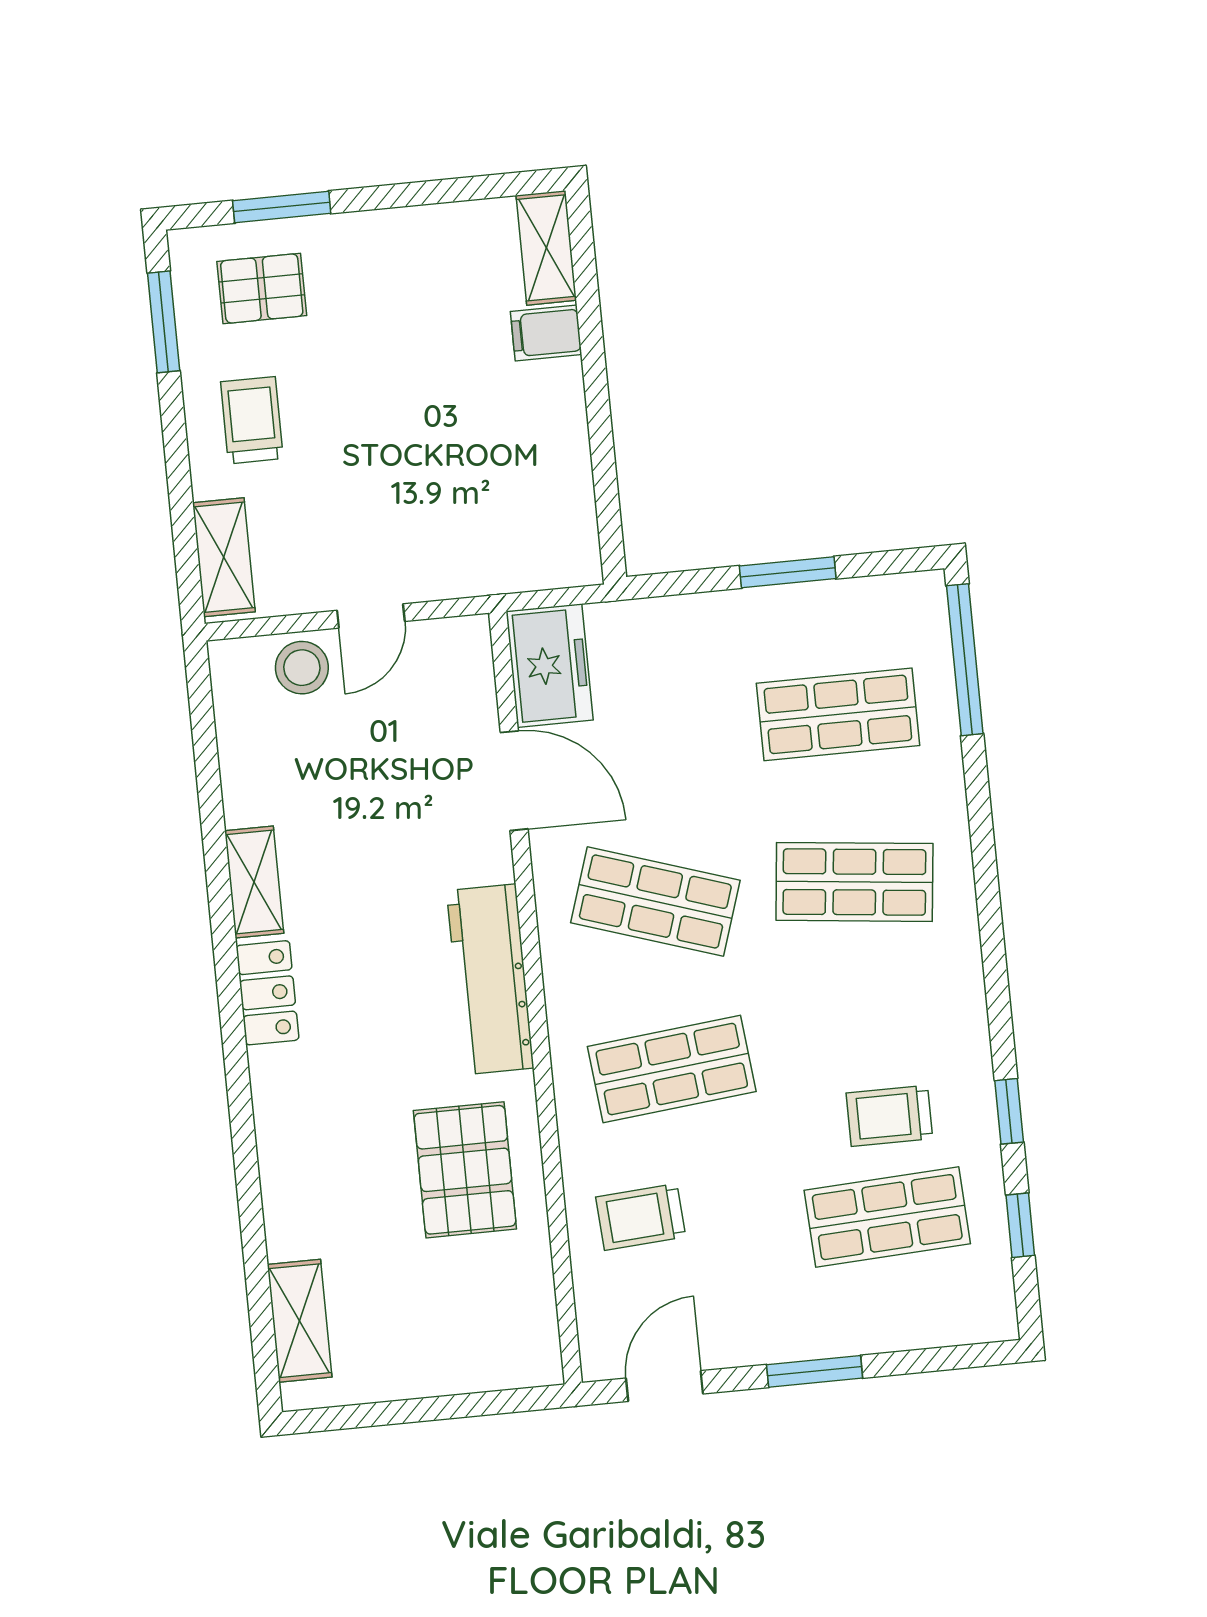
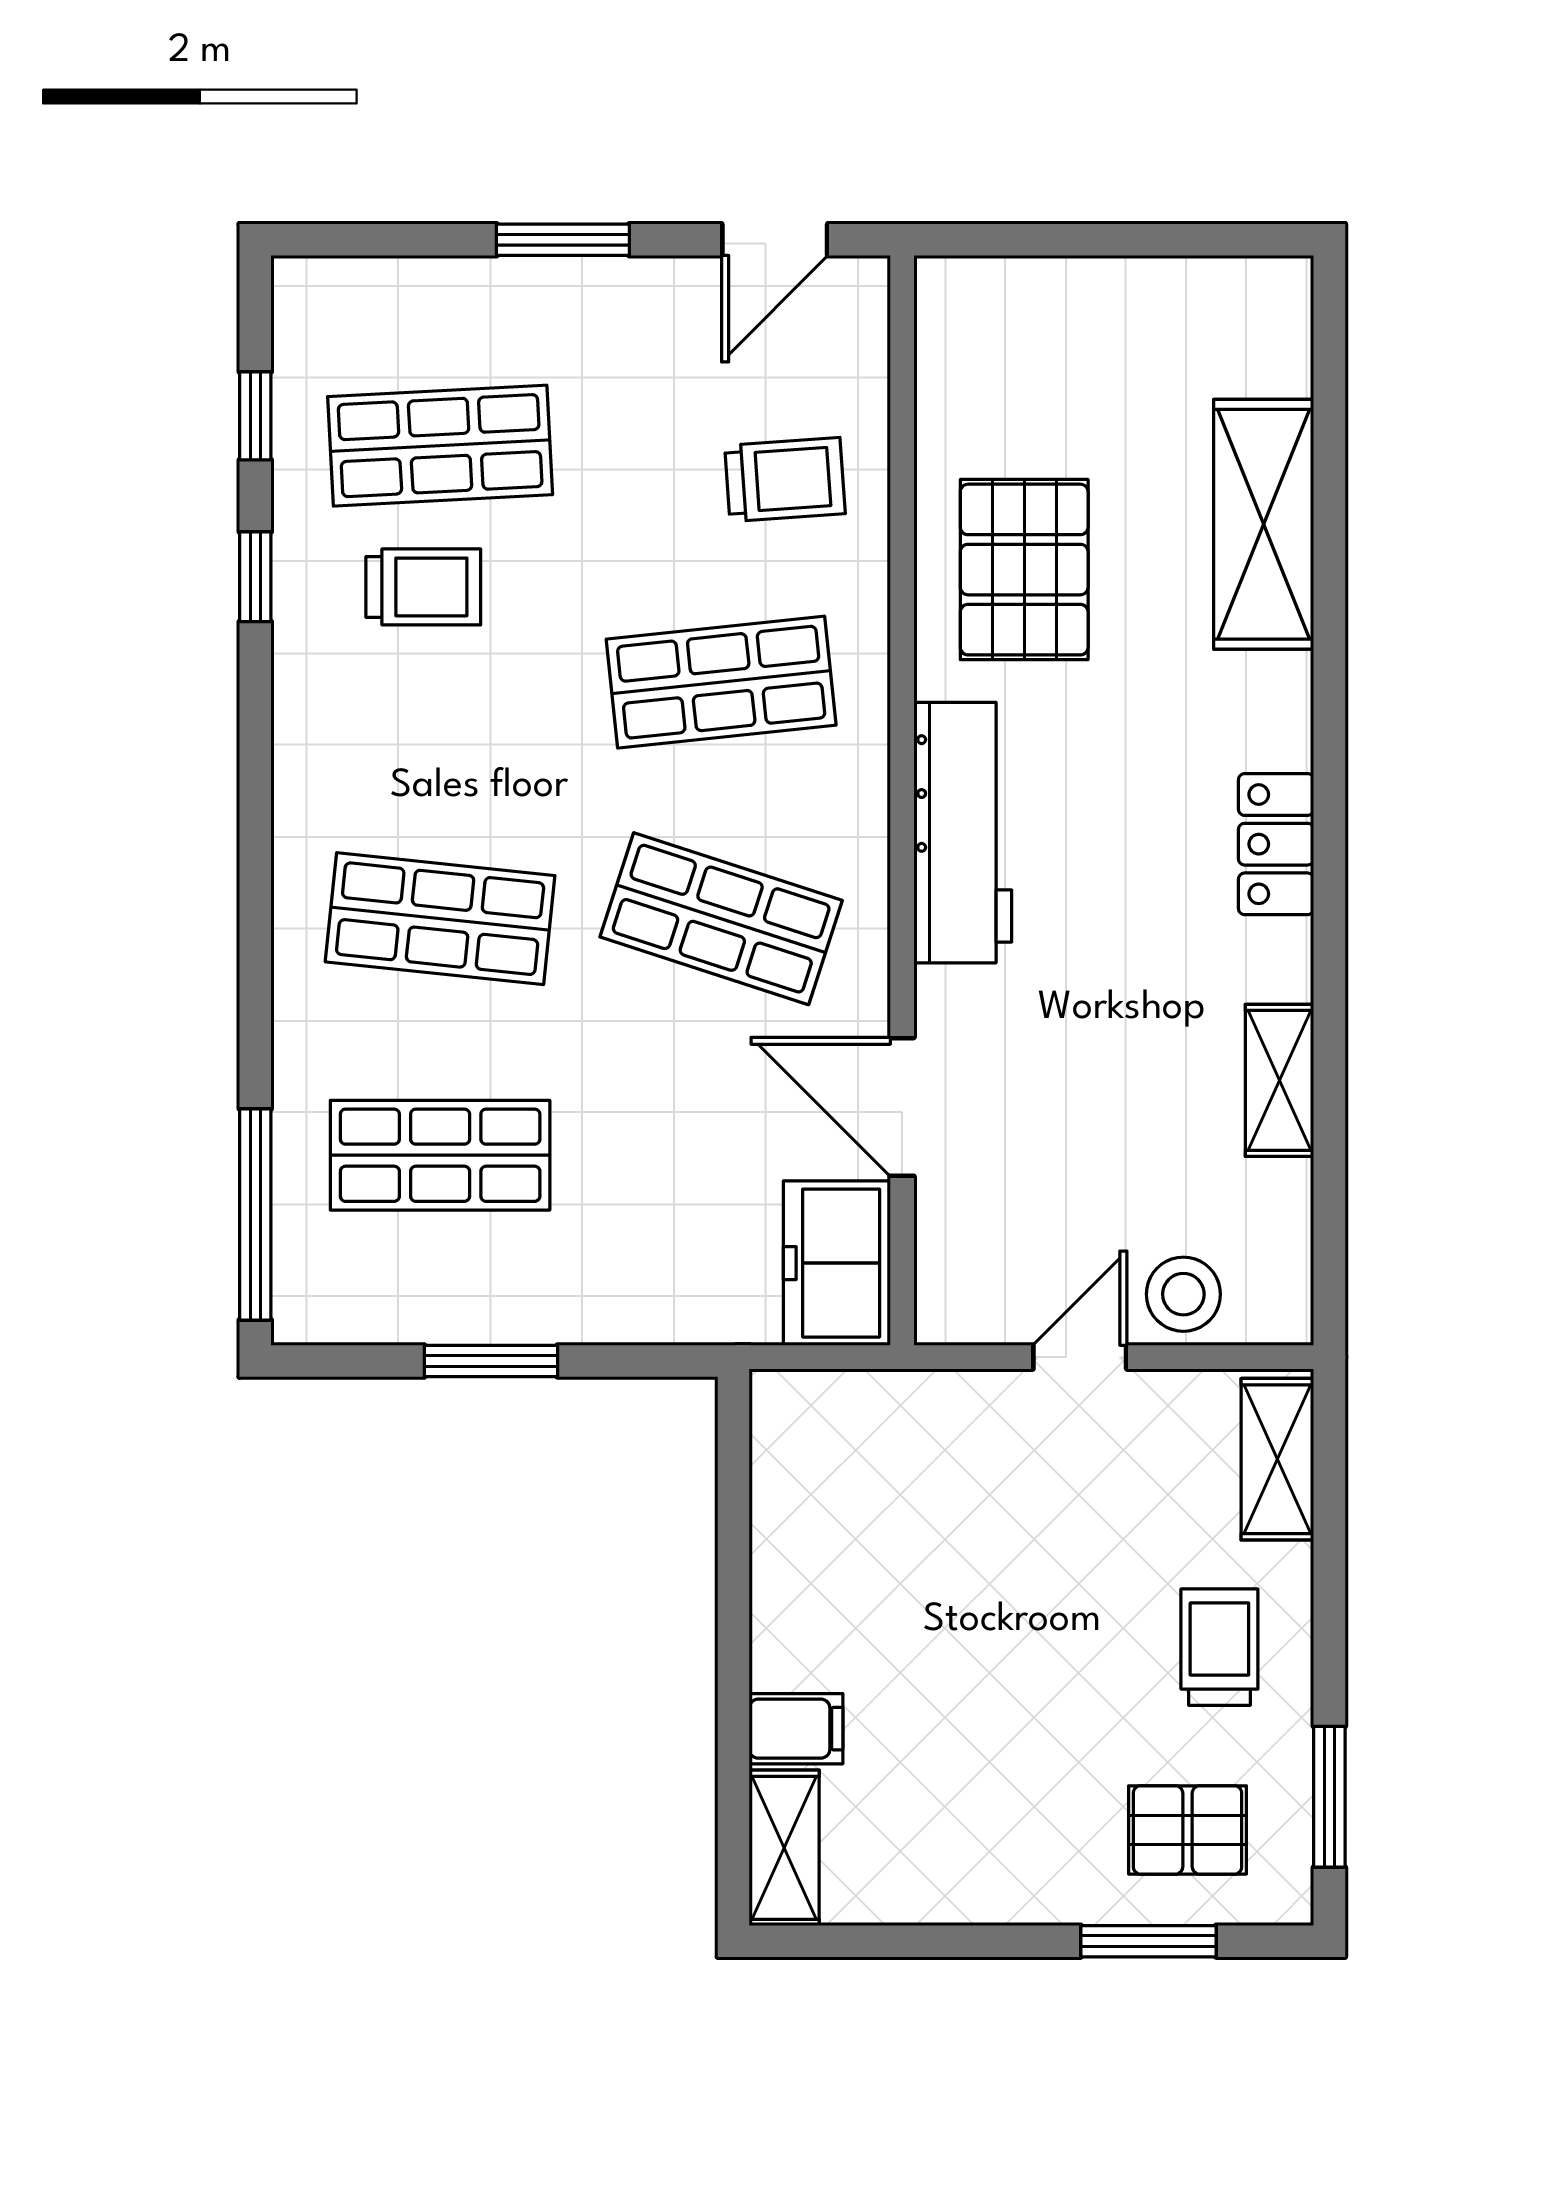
trolley: (252, 420) -> (1219, 1647), turned 180
shelving: (254, 882) -> (1279, 1080), moved
shelving: (300, 1321) -> (1264, 524), moved, width x1.50, depth x1.33

